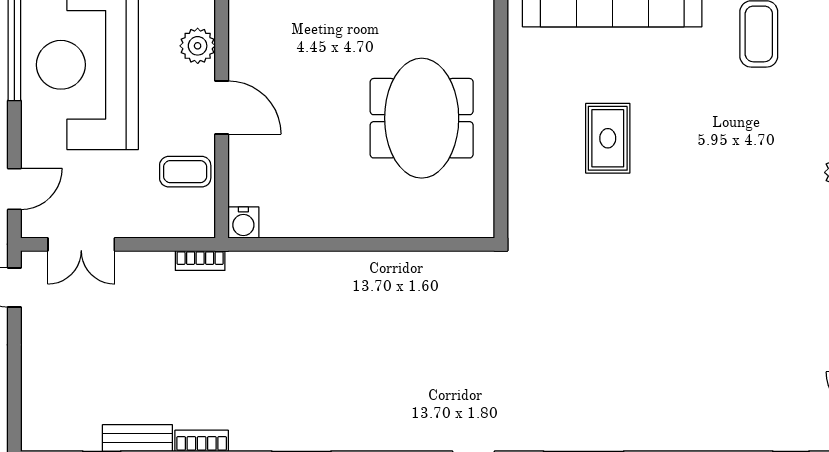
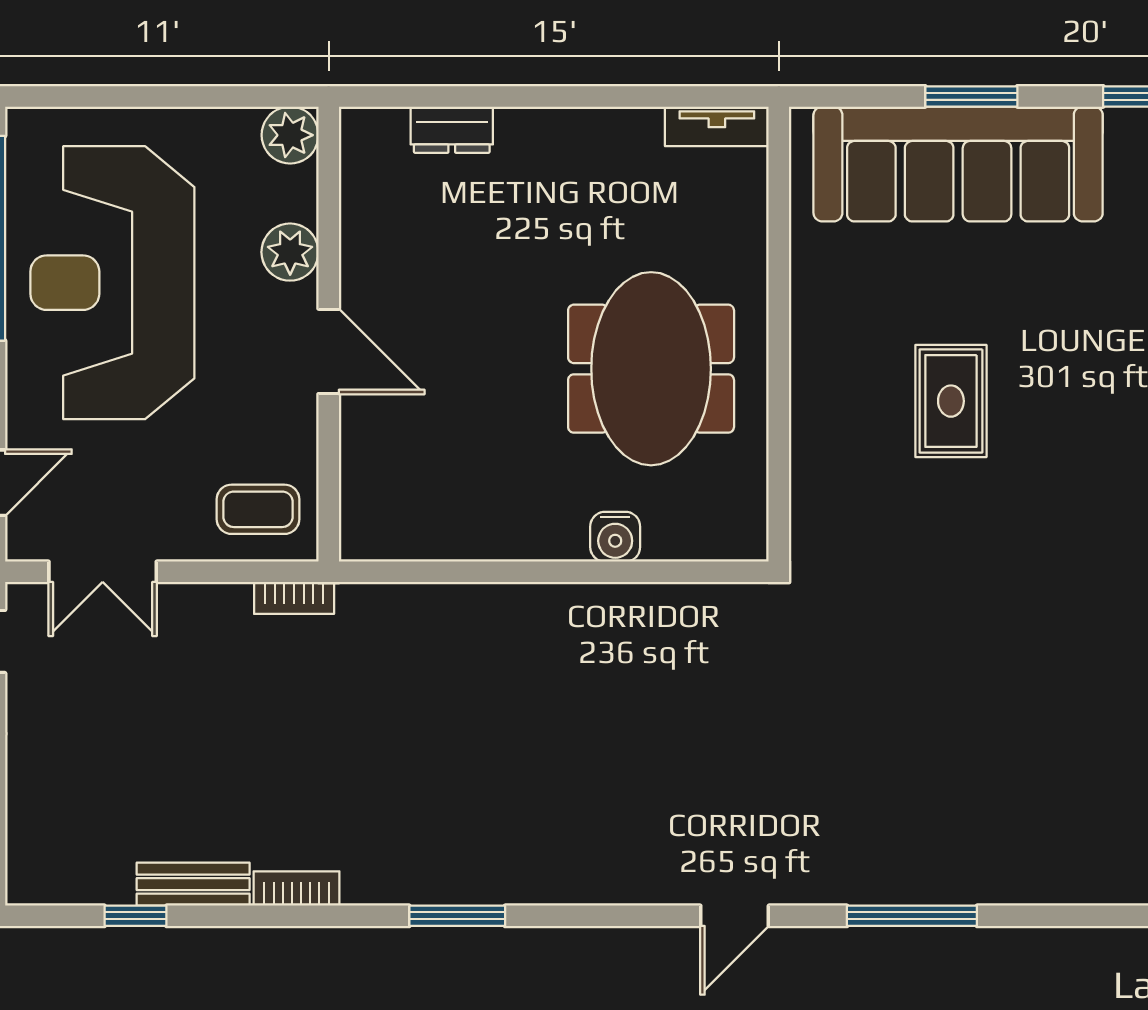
coffee table: (185, 172) -> (258, 509), moved
water cooler: (243, 222) -> (615, 537), moved

